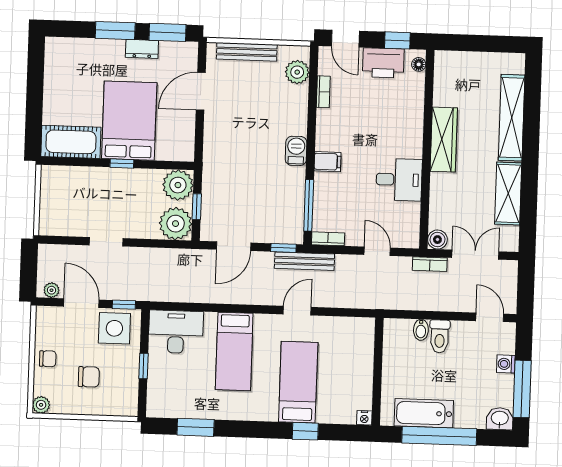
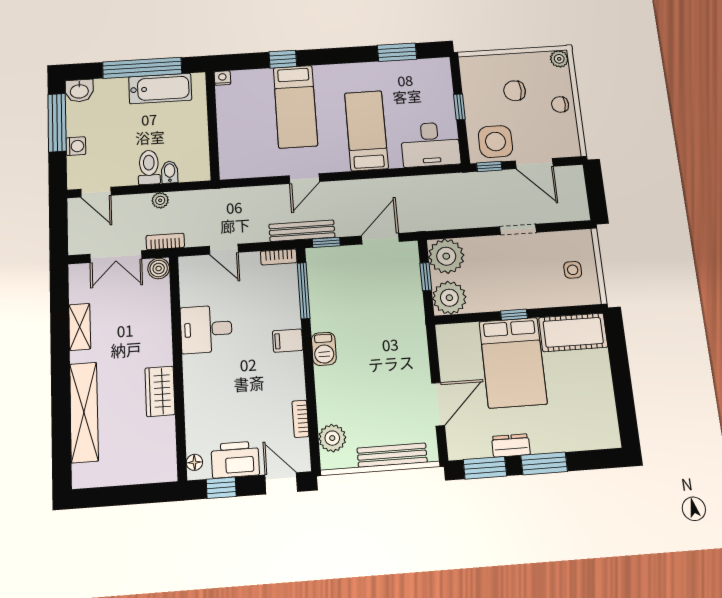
wardrobe: (444, 140) -> (160, 391), width x0.67
shelving: (508, 193) -> (80, 327), width x0.67, depth x0.75
side table: (62, 199) -> (573, 270), added
plant: (51, 290) -> (160, 200), moved

